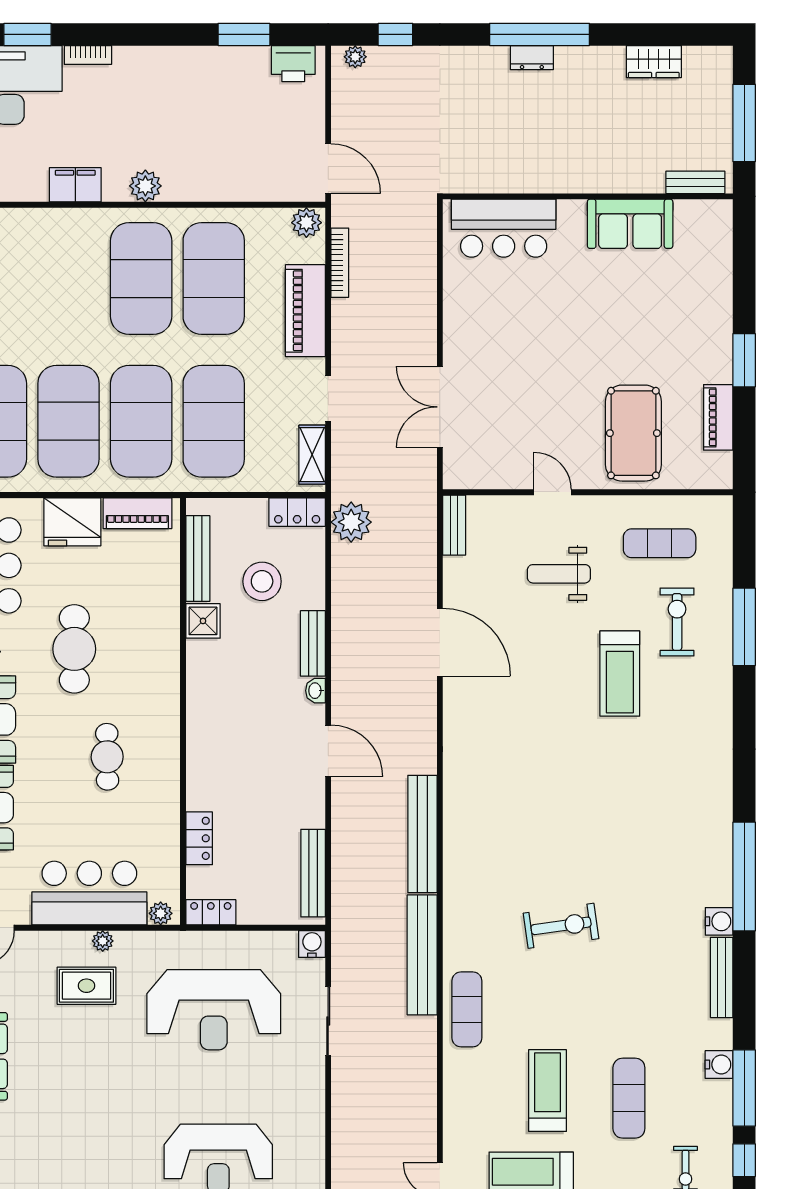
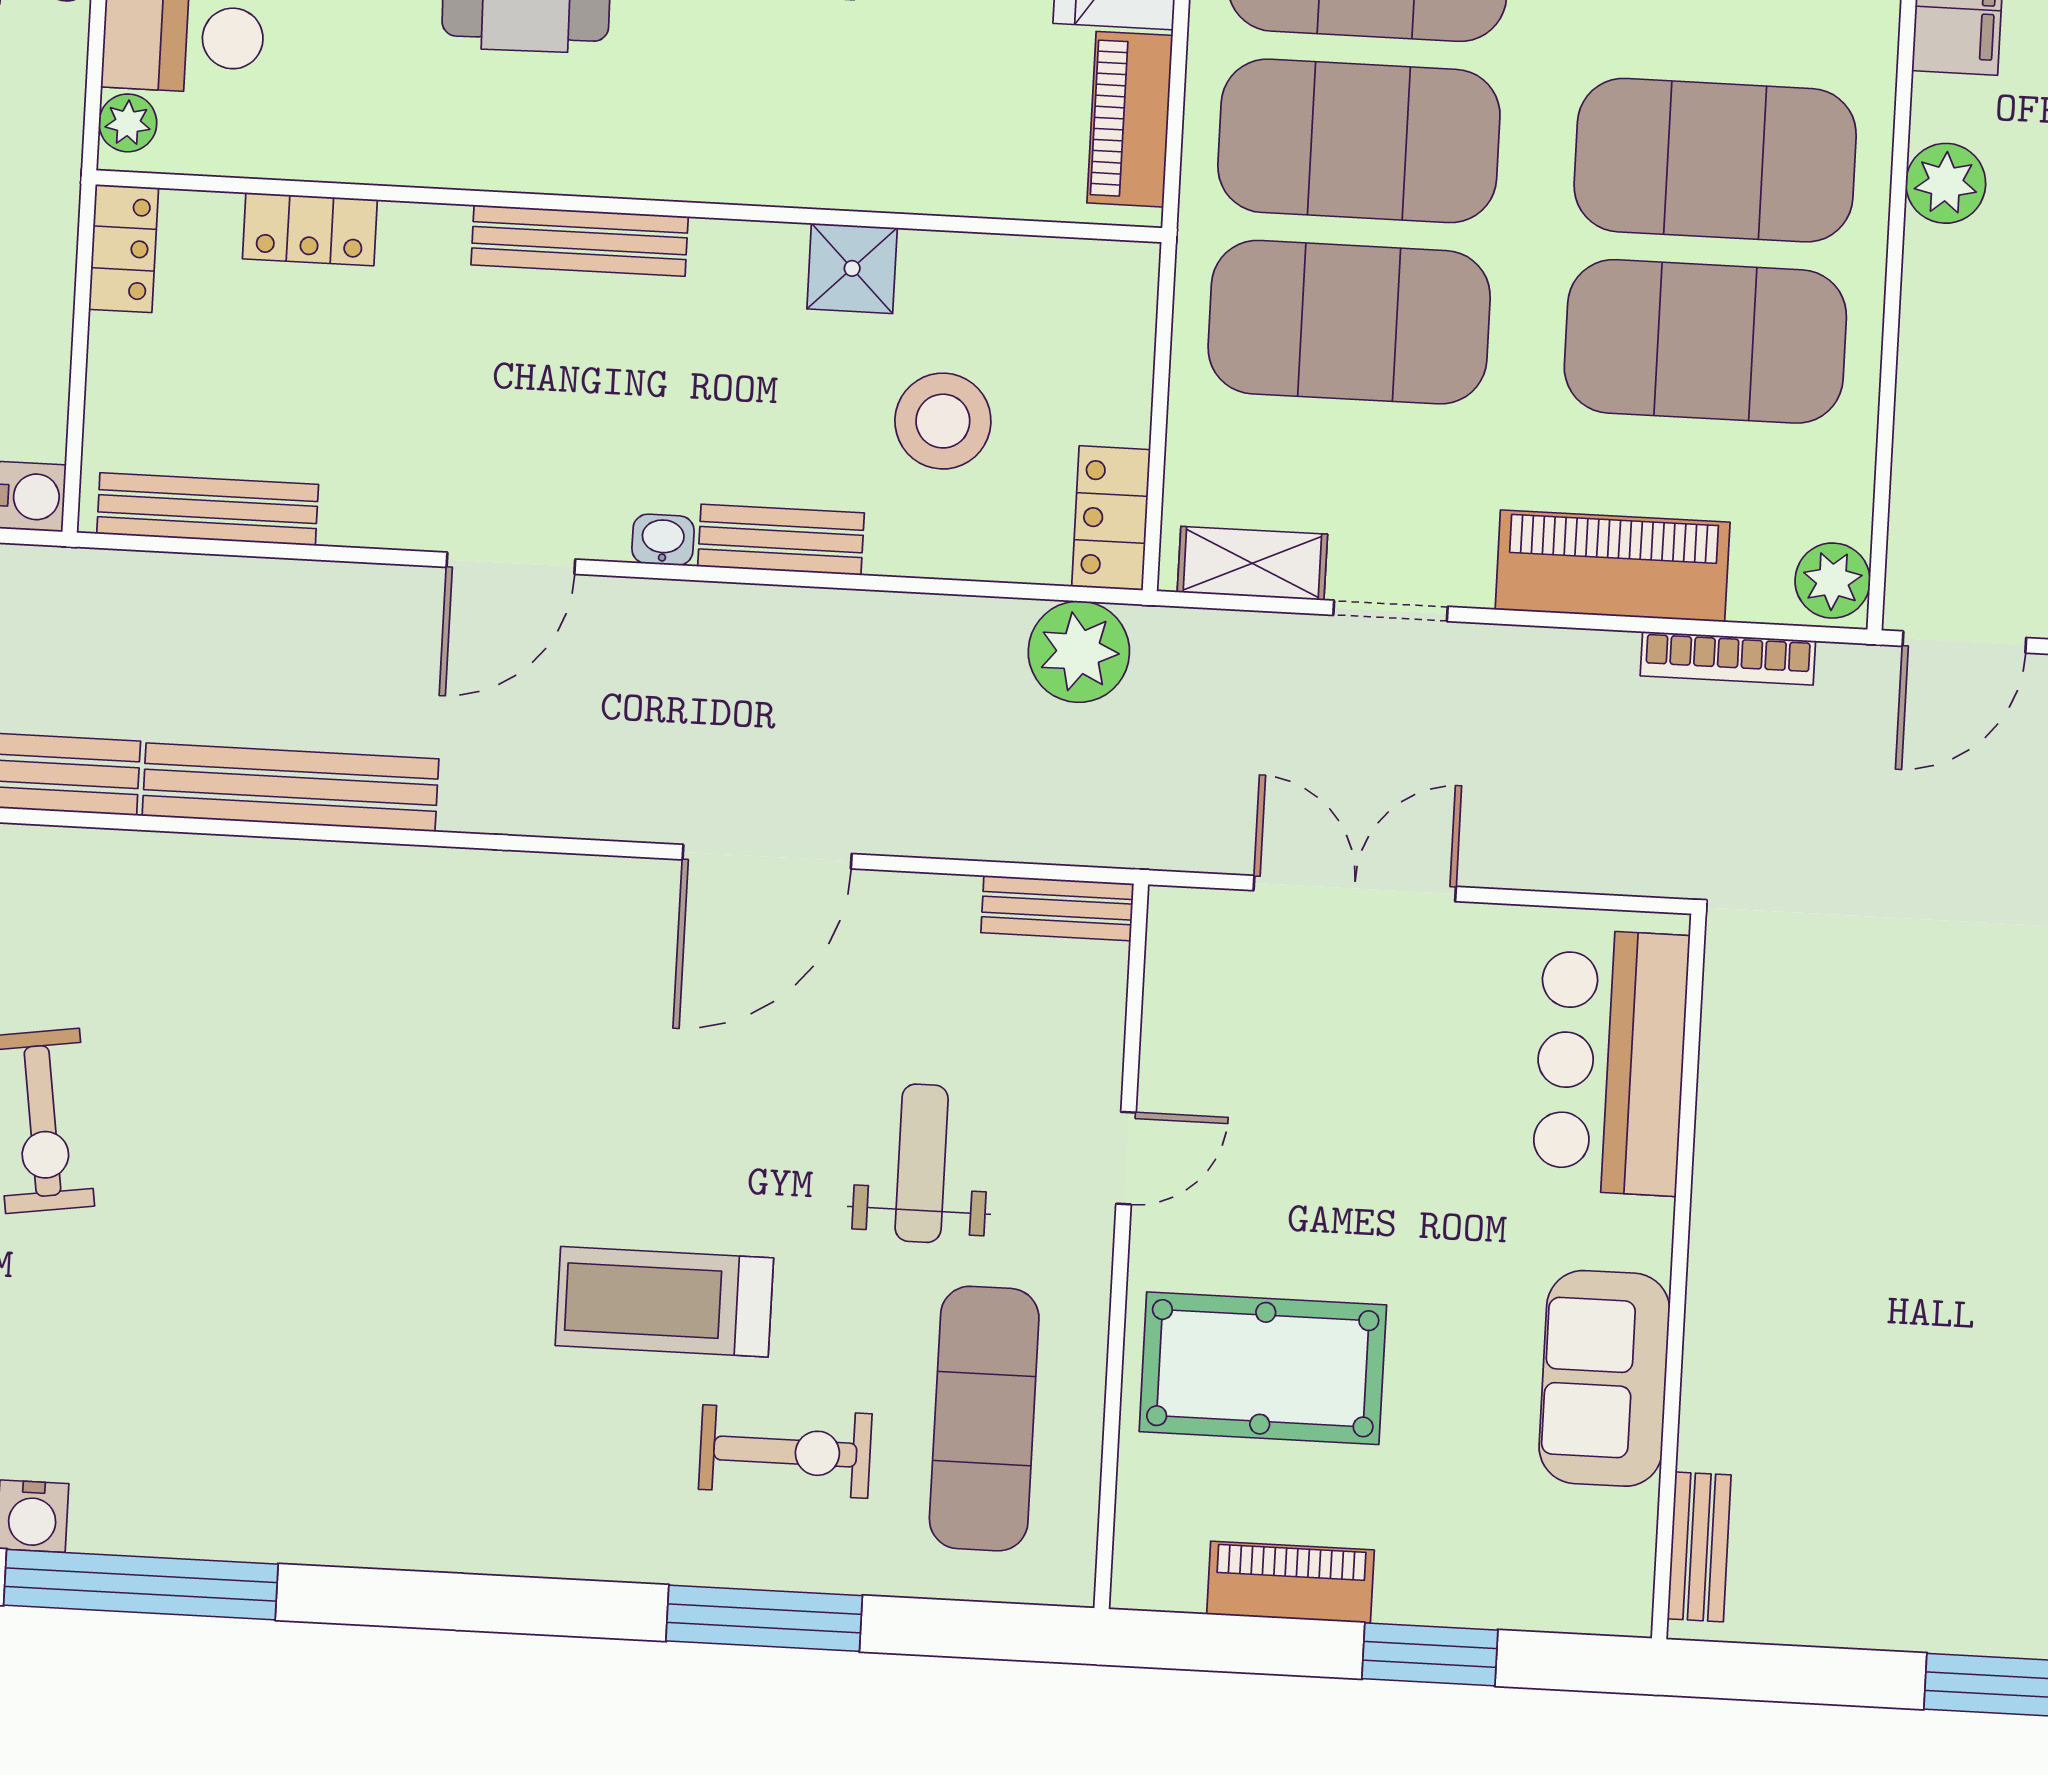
bench: (695, 182) -> (1699, 1547), moved
wall: (588, 196) -> (1679, 1276), moved
sofa: (630, 224) -> (1604, 1378), moved
bar counter: (504, 228) -> (1611, 1062), moved
exercise mat: (660, 543) -> (984, 1419), width x1.36, depth x1.45
bench: (198, 559) -> (580, 241), moved

